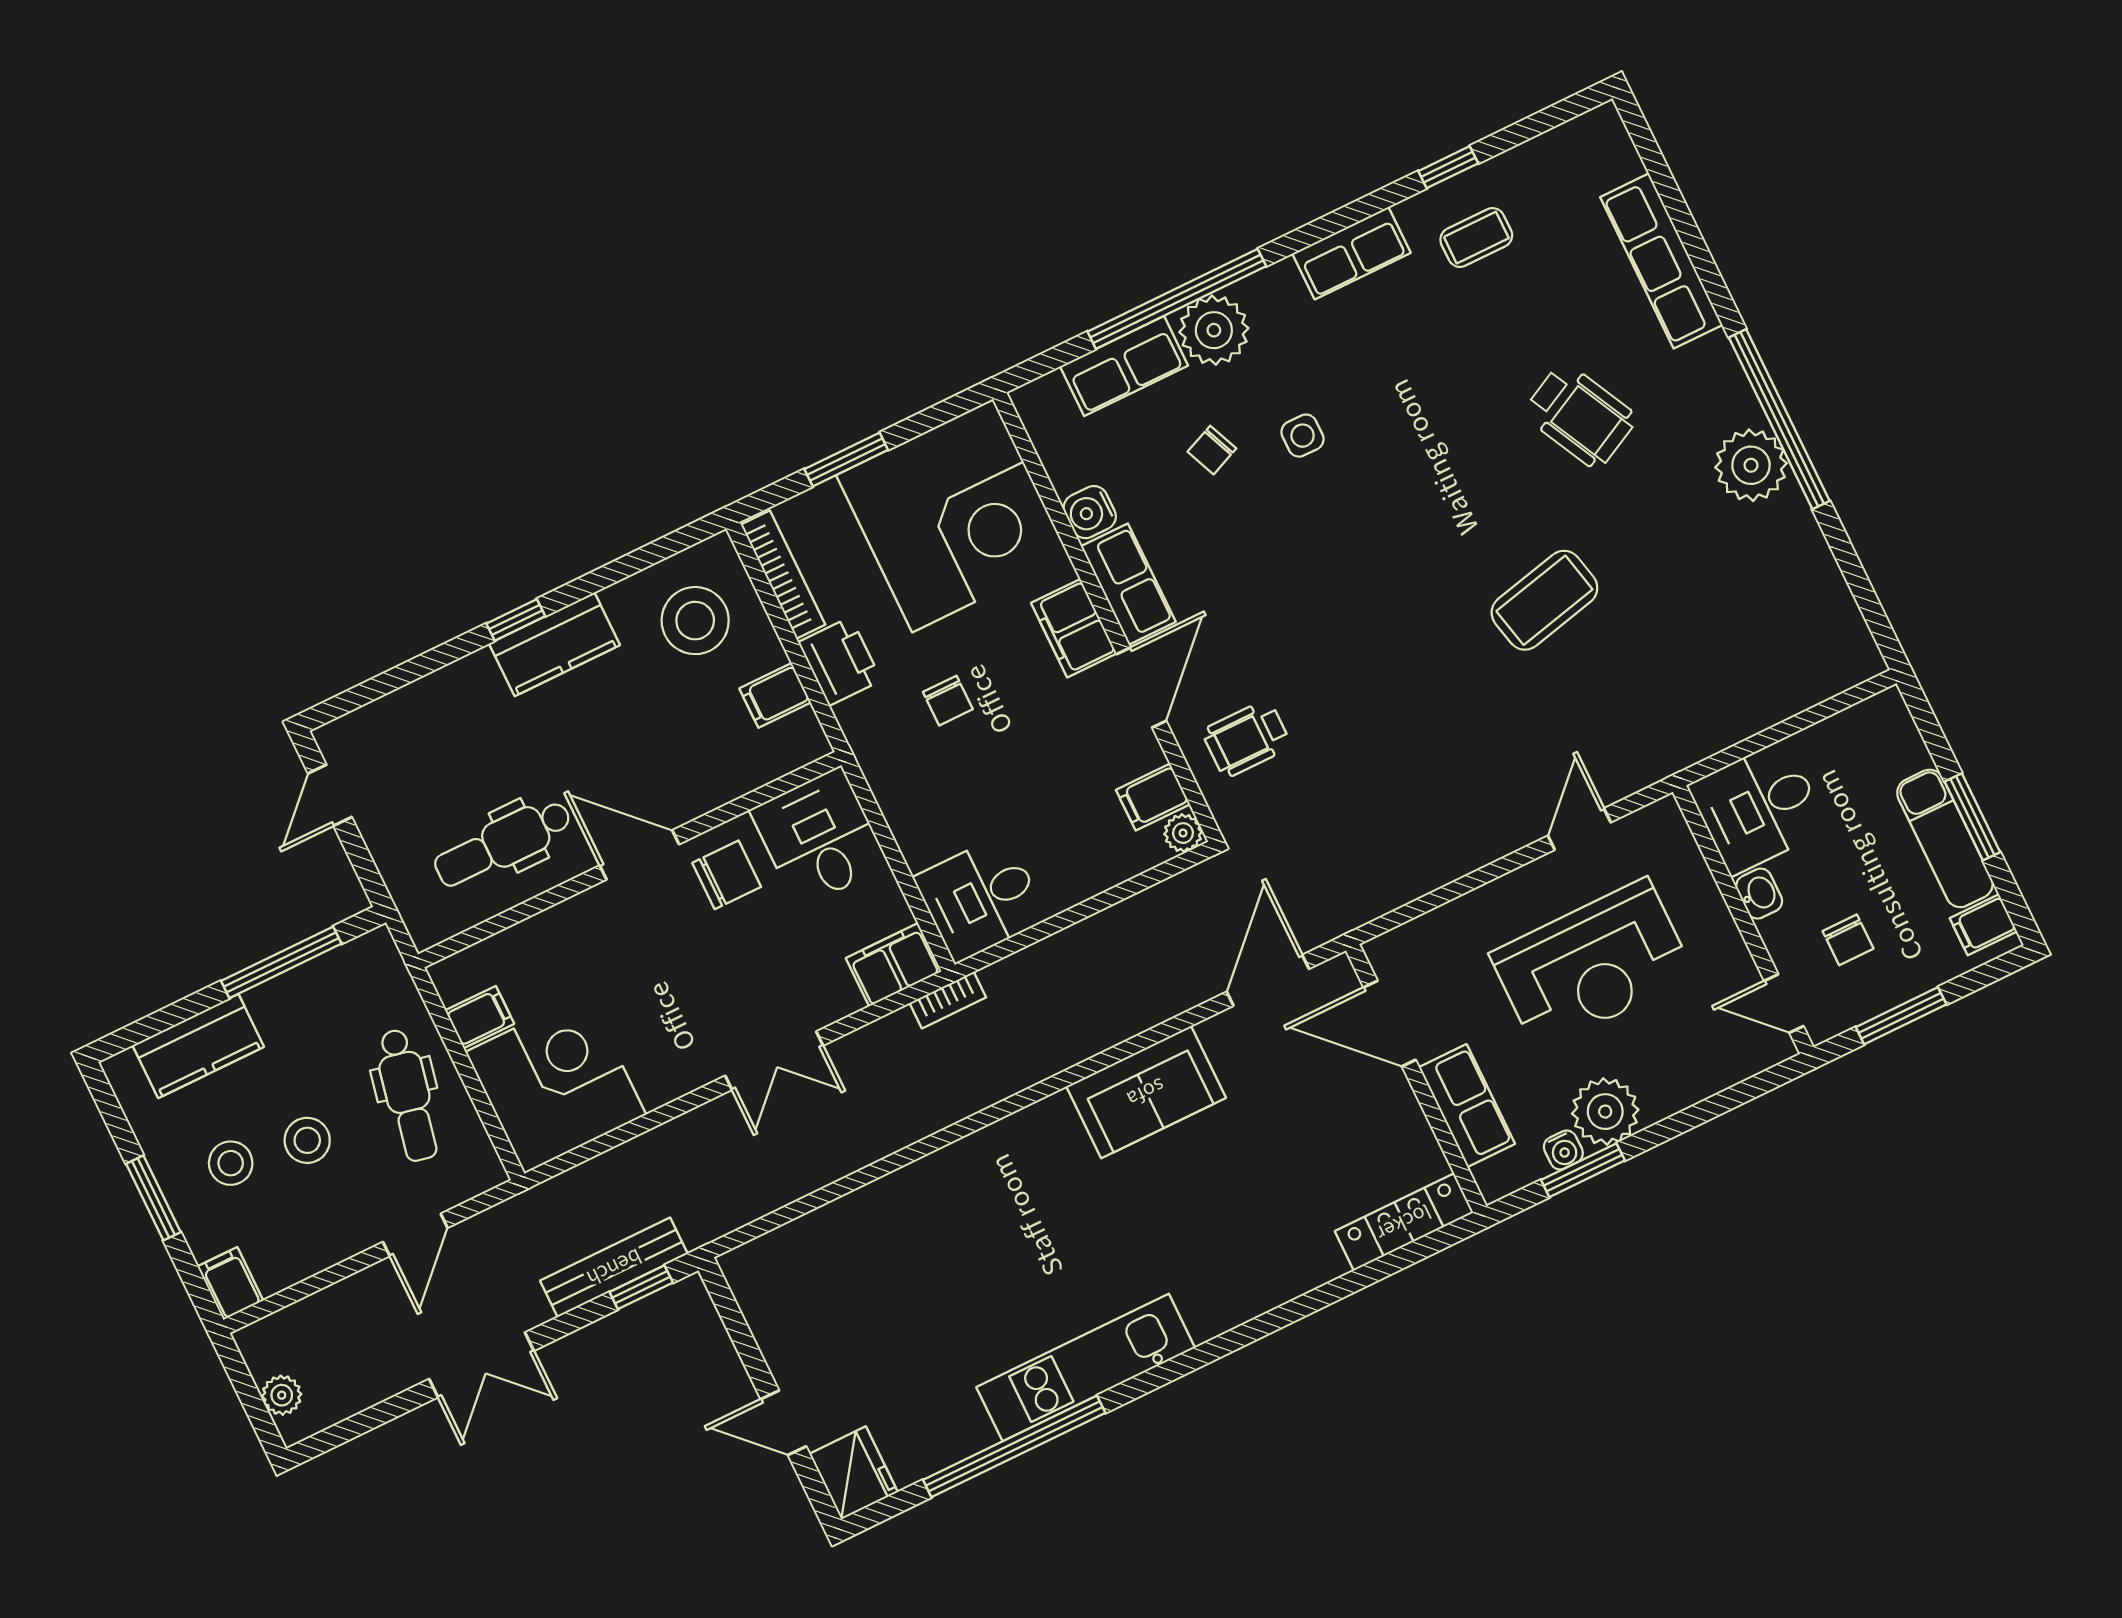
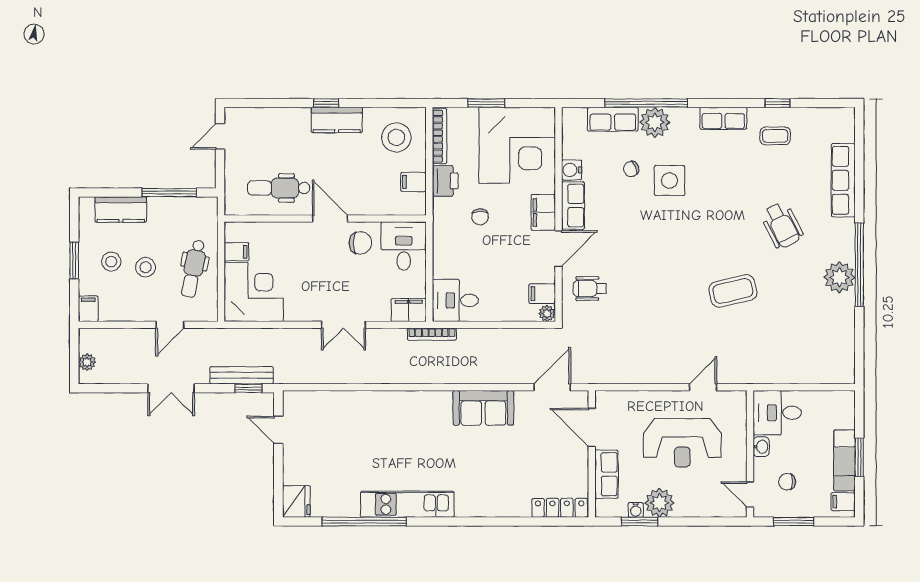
side table: (1303, 436) -> (669, 180), width x1.87, depth x1.87
chair: (1848, 940) -> (787, 482), turned 90
bookcase: (948, 1000) -> (432, 334), width x1.56
door: (783, 1423) -> (278, 430), moved

